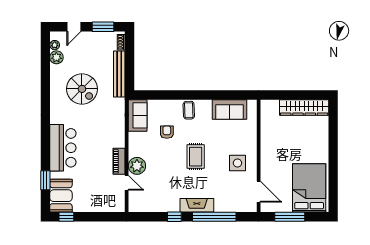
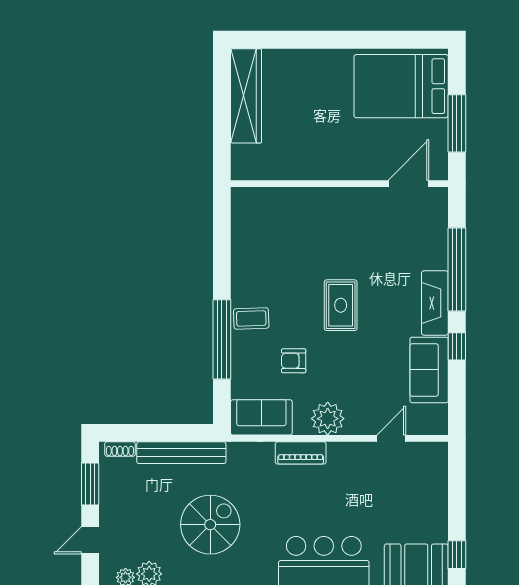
door: (74, 27) -> (90, 540), swing flipped
window: (178, 95) -> (222, 339), added
sofa: (230, 109) -> (429, 370), moved, turned 180
rug: (196, 157) -> (341, 305), turned 90
piano: (119, 161) -> (301, 453), moved
side table: (237, 163) -> (353, 225), removed
plant: (137, 166) -> (328, 419), moved

